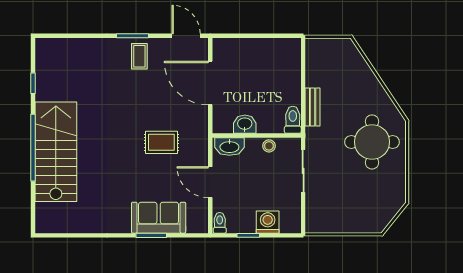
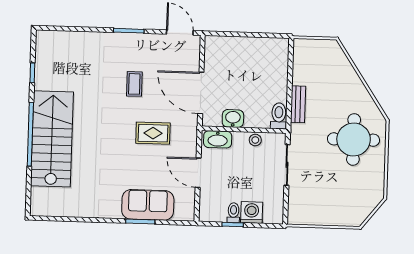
coffee table: (139, 56) -> (134, 84), moved
door: (210, 83) -> (201, 93), moved
toilet: (220, 223) -> (233, 213), moved

